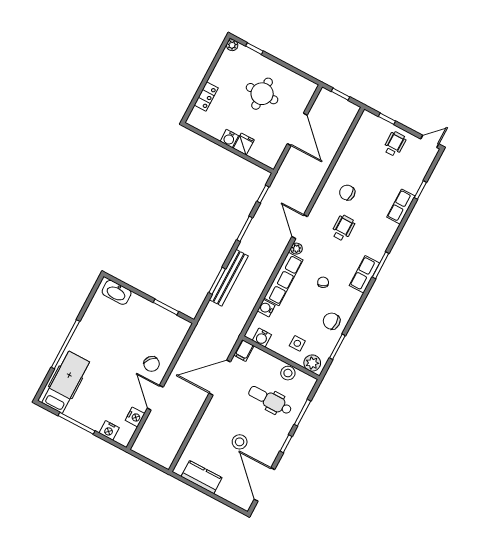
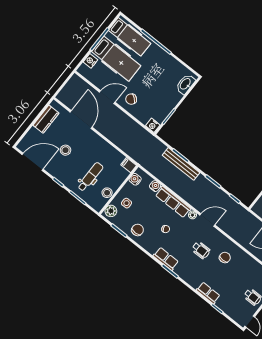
door: (220, 378) -> (81, 120), moved
hospital bed: (99, 395) -> (116, 59), added
nightstand: (135, 417) -> (153, 125), moved

